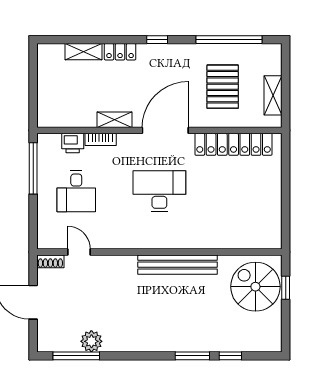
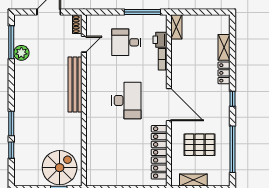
shelving: (115, 120) -> (176, 27), moved
bench: (178, 265) -> (75, 85), moved

